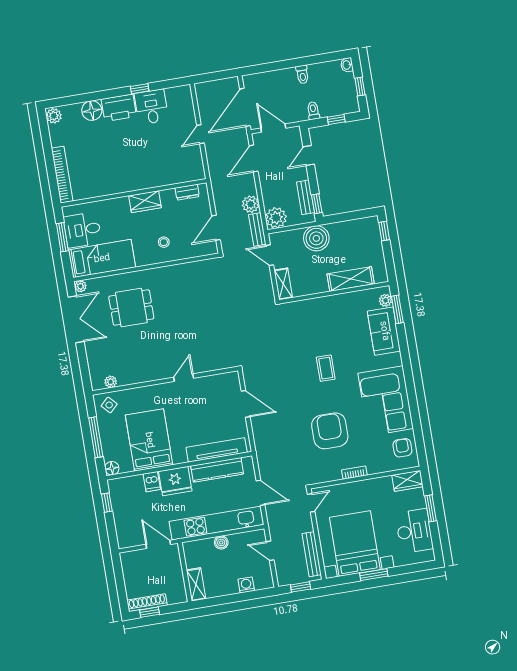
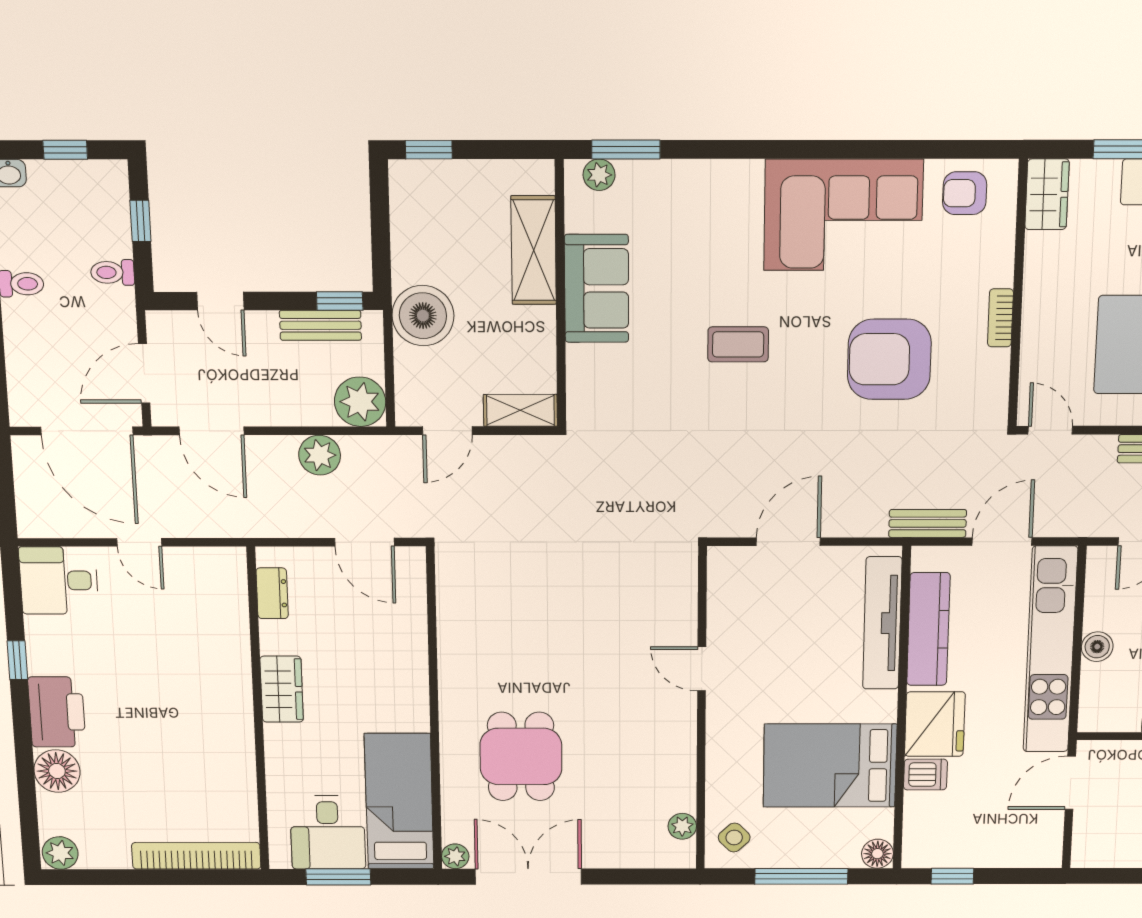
desk: (151, 107) -> (59, 580), moved
bench: (257, 229) -> (928, 523), moved
stool: (164, 242) -> (381, 663), removed
sofa: (384, 331) -> (597, 288), moved, turned -90

